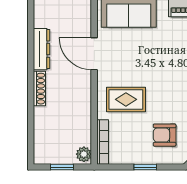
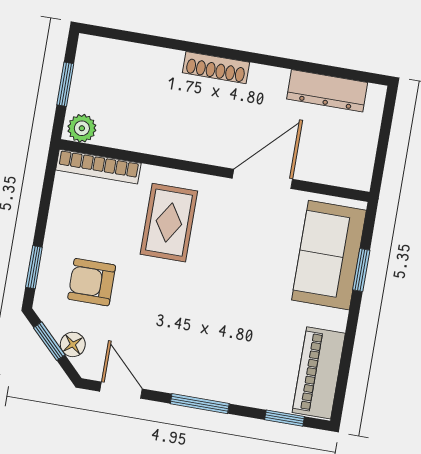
dresser: (42, 49) -> (327, 91), moved
armchair: (165, 135) -> (92, 282), turned -90
window: (145, 167) -> (34, 267), moved

